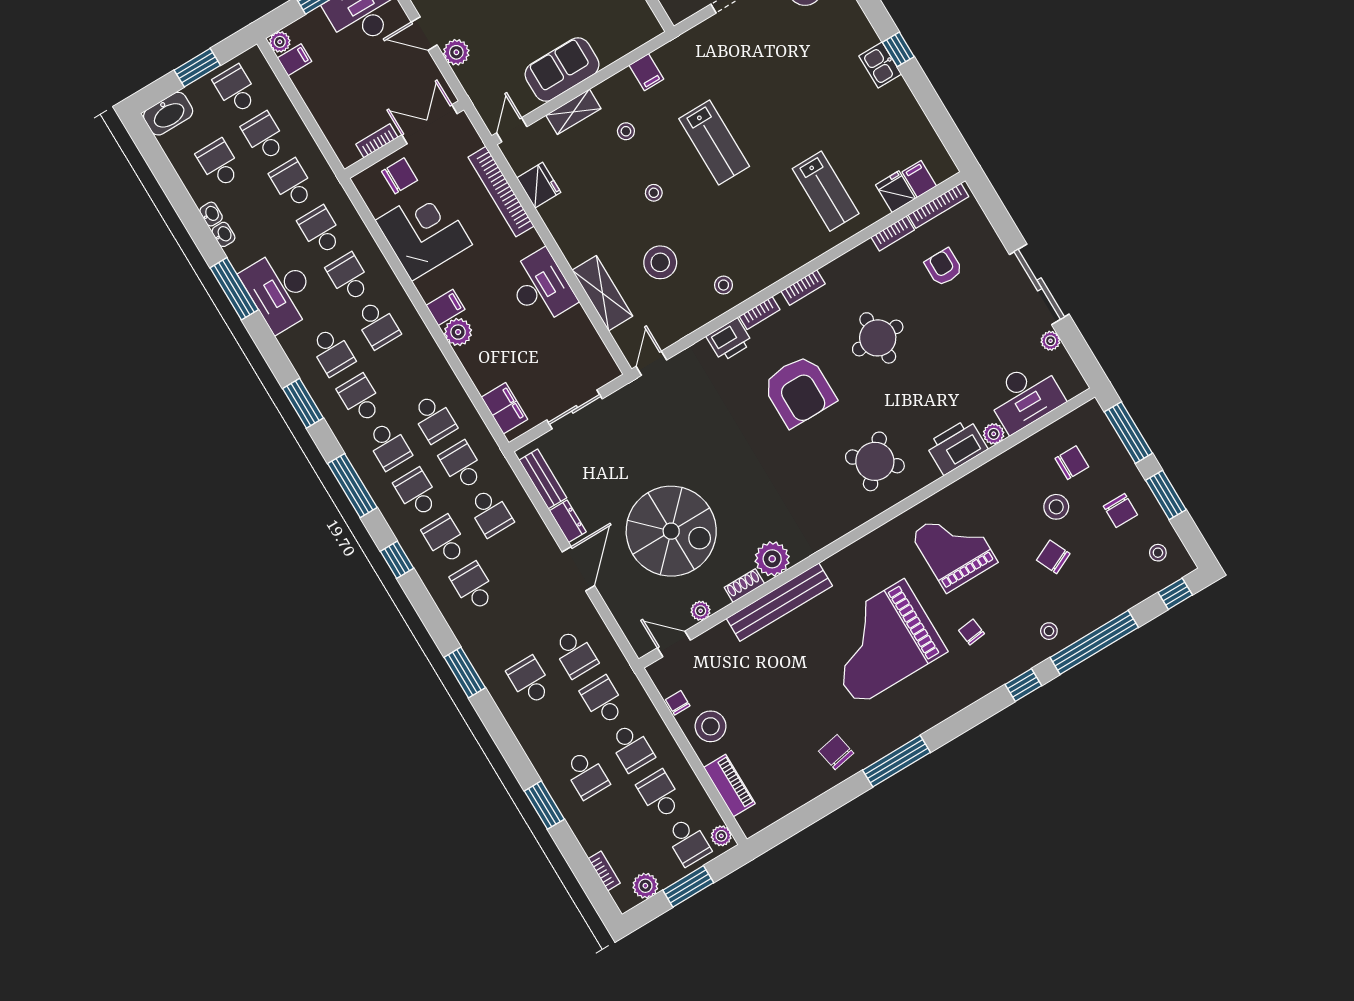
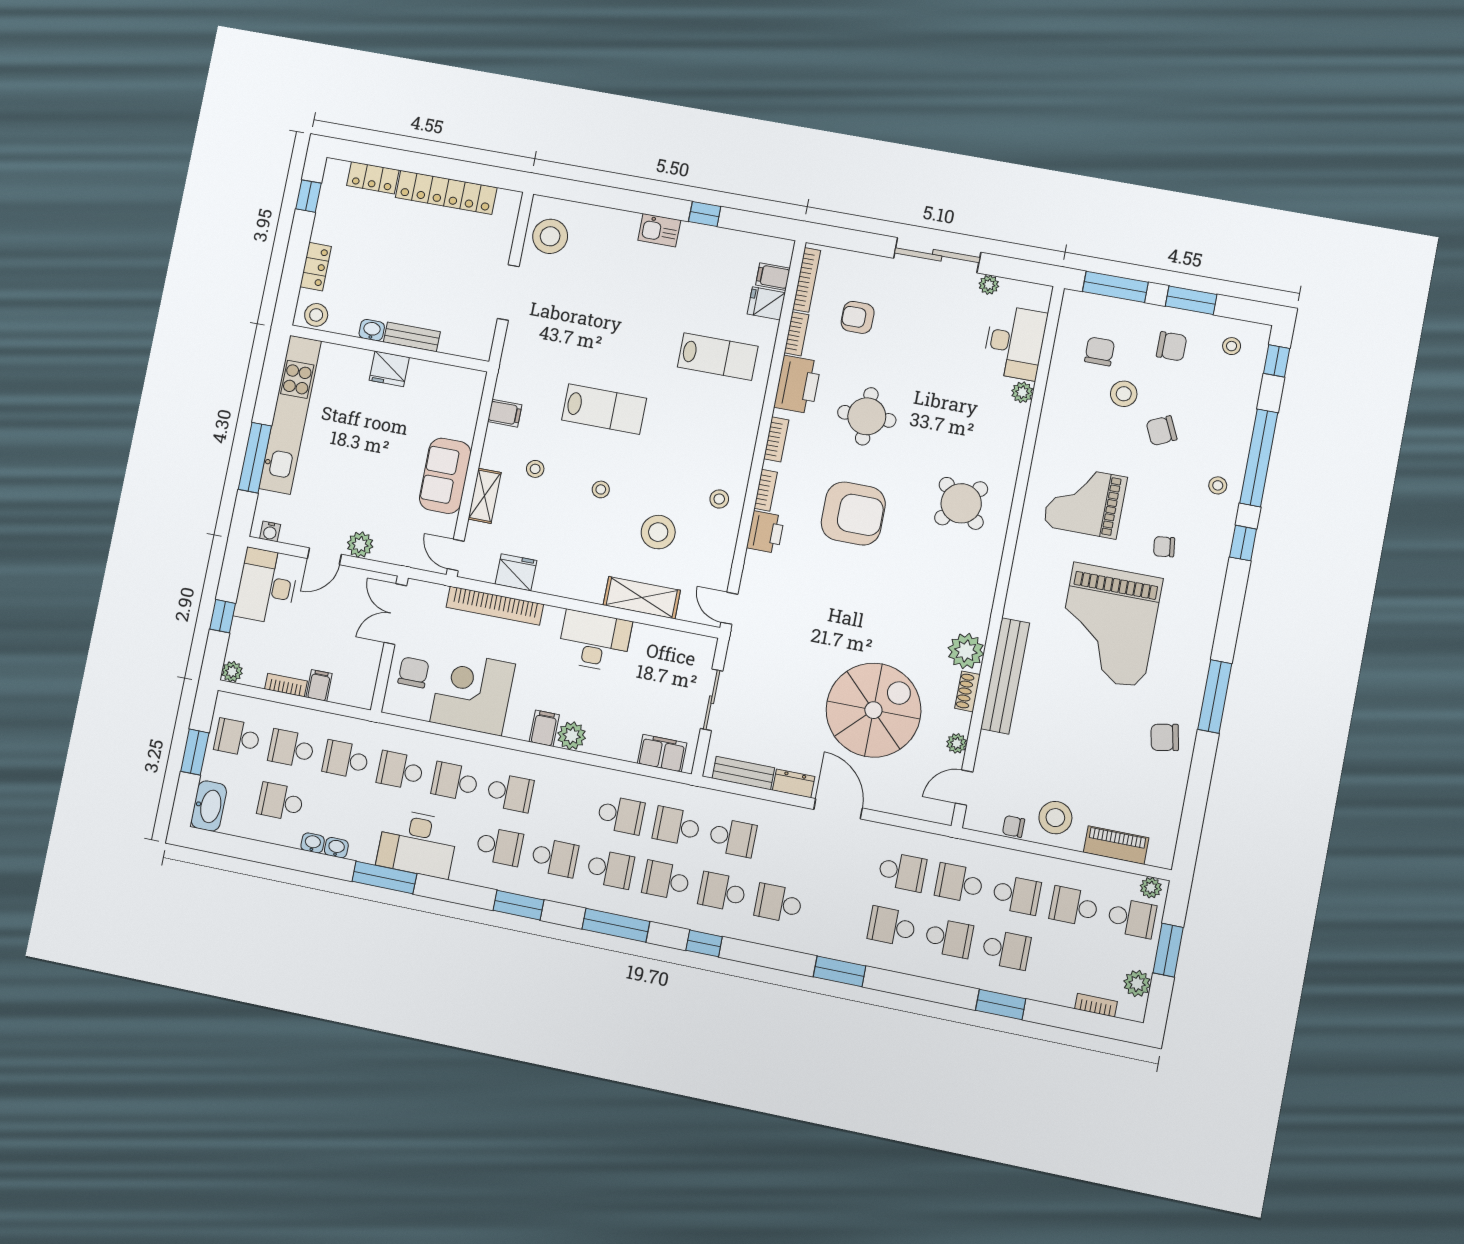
window: (898, 49) -> (705, 214), moved
filing cabinet: (294, 60) -> (319, 685), moved
bookcase: (377, 141) -> (286, 685), moved, turned 90
school desk: (360, 399) -> (555, 858), turned 180
printer: (957, 447) -> (798, 385), moved, turned 180
school desk: (558, 728) -> (949, 938), added

